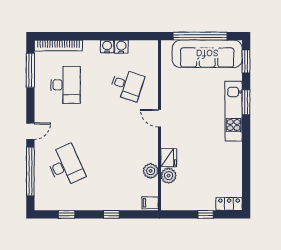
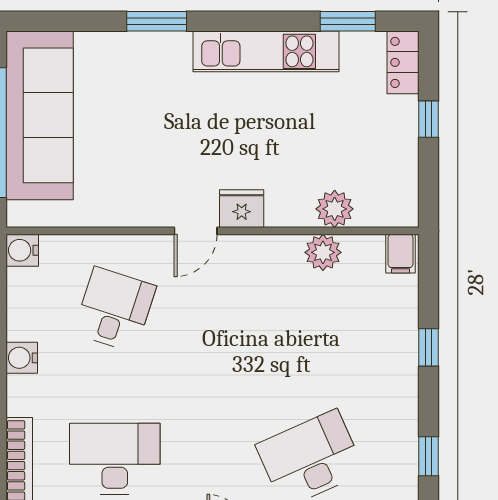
water cooler: (121, 47) -> (22, 250), moved
window: (246, 61) -> (348, 21), moved
kitchen unit: (234, 111) -> (266, 51), moved
fridge: (169, 158) -> (242, 209), moved

